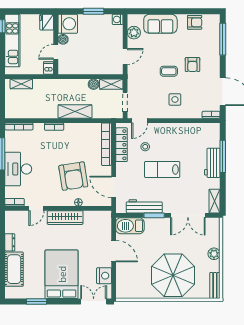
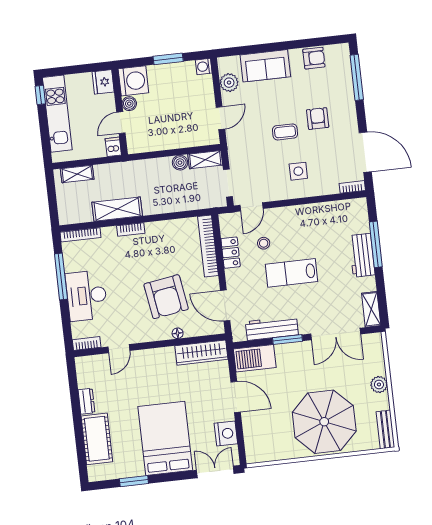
armchair: (192, 65) -> (318, 119), turned 180
shelving: (75, 111) -> (117, 209), moved
locker: (122, 145) -> (231, 253), width x0.66
wardrobe: (65, 218) -> (201, 353), moved

